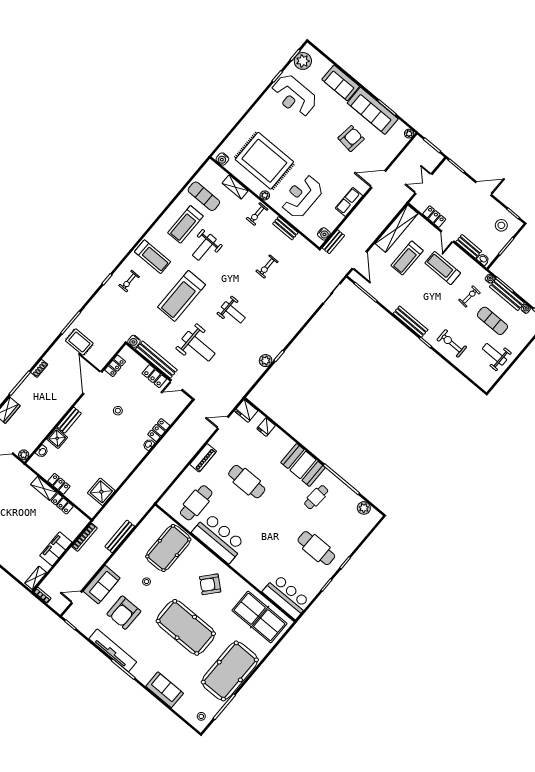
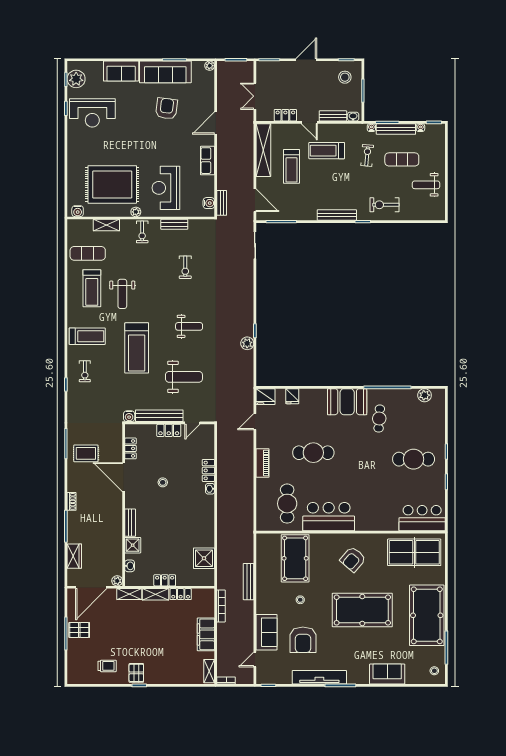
shelving: (24, 472) -> (129, 594), added

